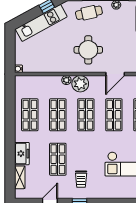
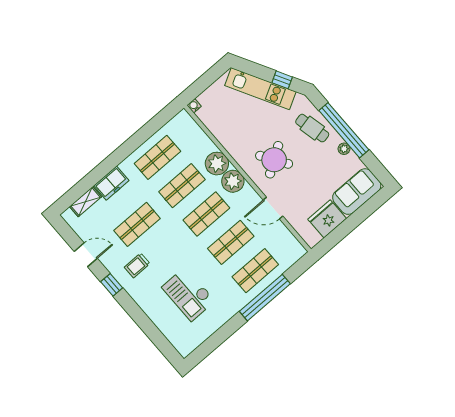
round table: (88, 50) -> (274, 160), turned -33
plant: (66, 80) -> (217, 164), width x1.88, depth x1.88

